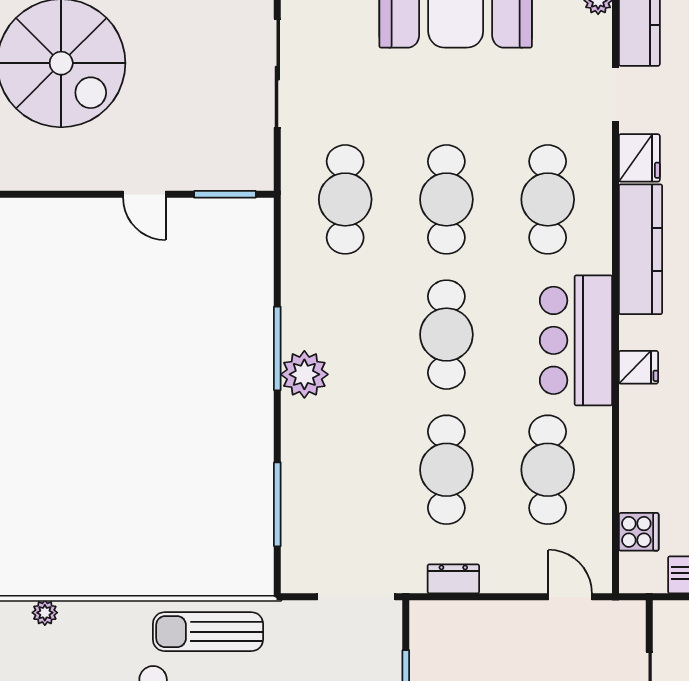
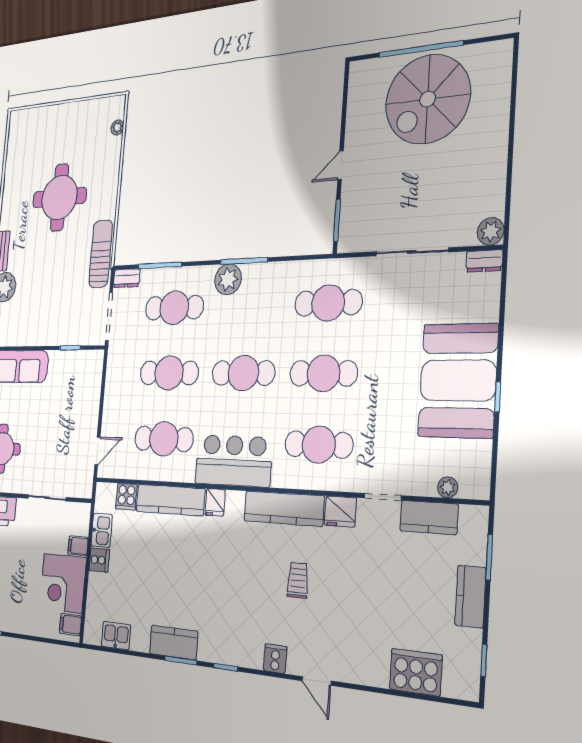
kitchen counter: (640, 448) -> (170, 500), added
cafe table: (345, 470) -> (174, 308), added
dresser: (453, 579) -> (127, 278), moved, turned 90
sun lounger: (208, 632) -> (101, 254), moved

